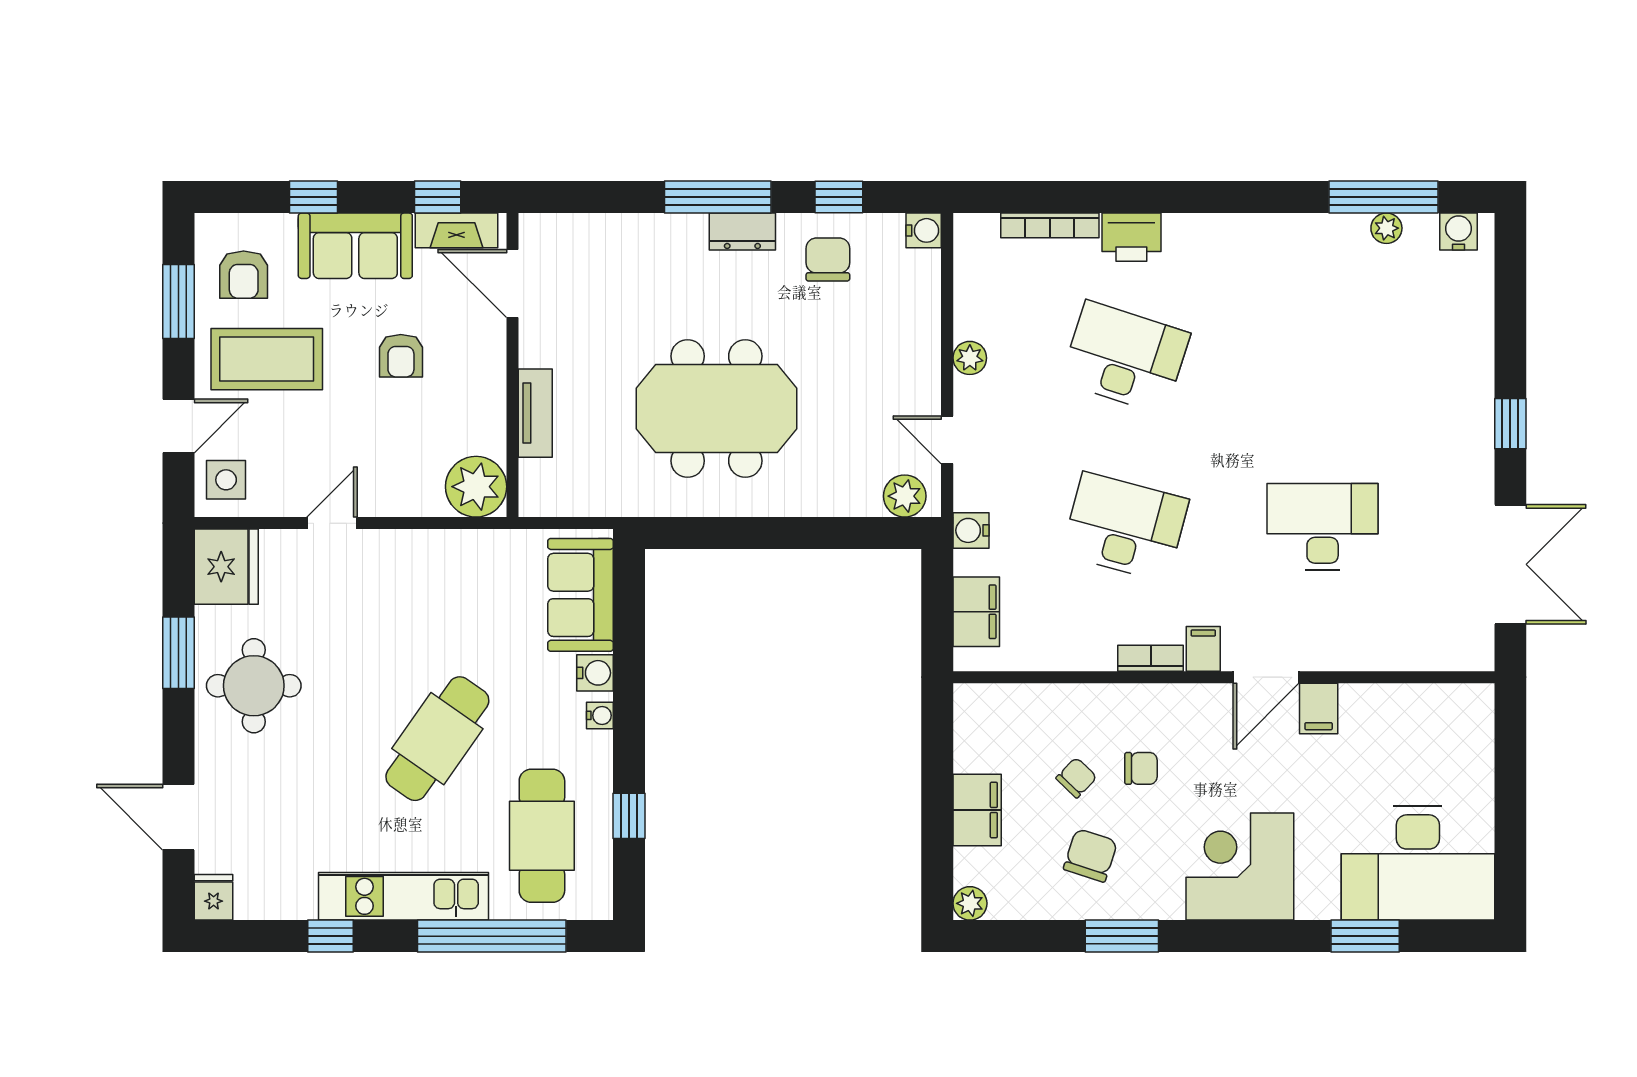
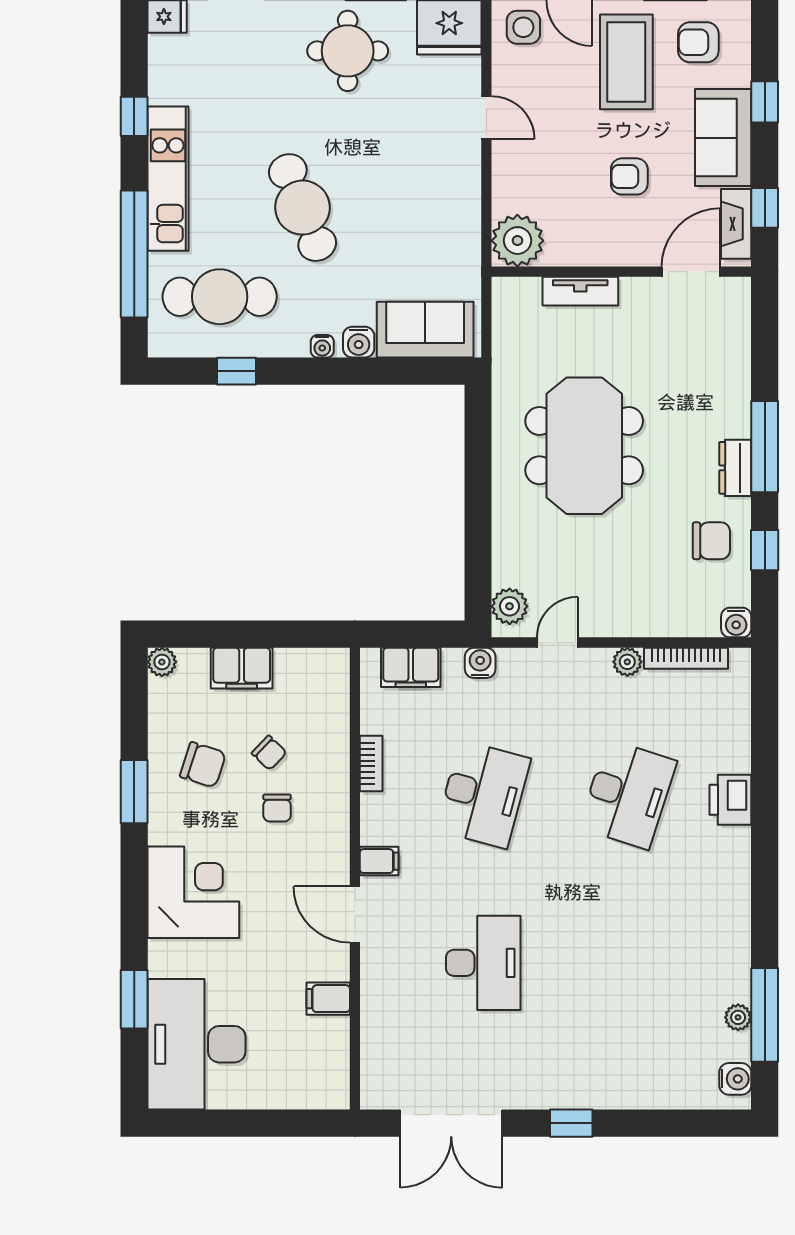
bookcase: (1050, 225) -> (686, 658), moved, turned -90
bookcase: (1151, 658) -> (371, 764), moved
filing cabinet: (1319, 708) -> (328, 999), moved
cafe table: (437, 739) -> (302, 208), turned 33

